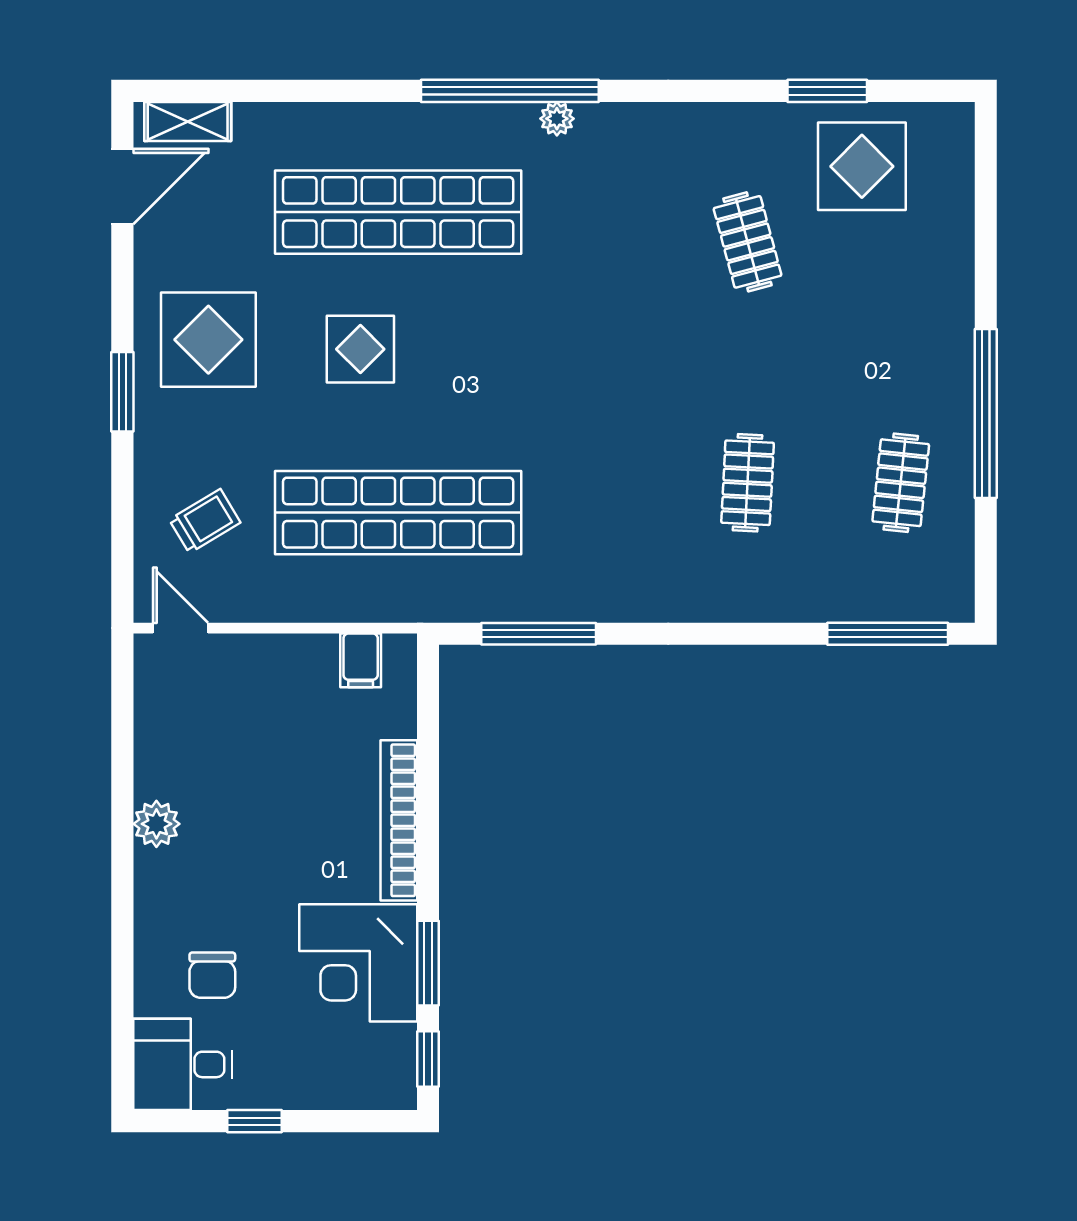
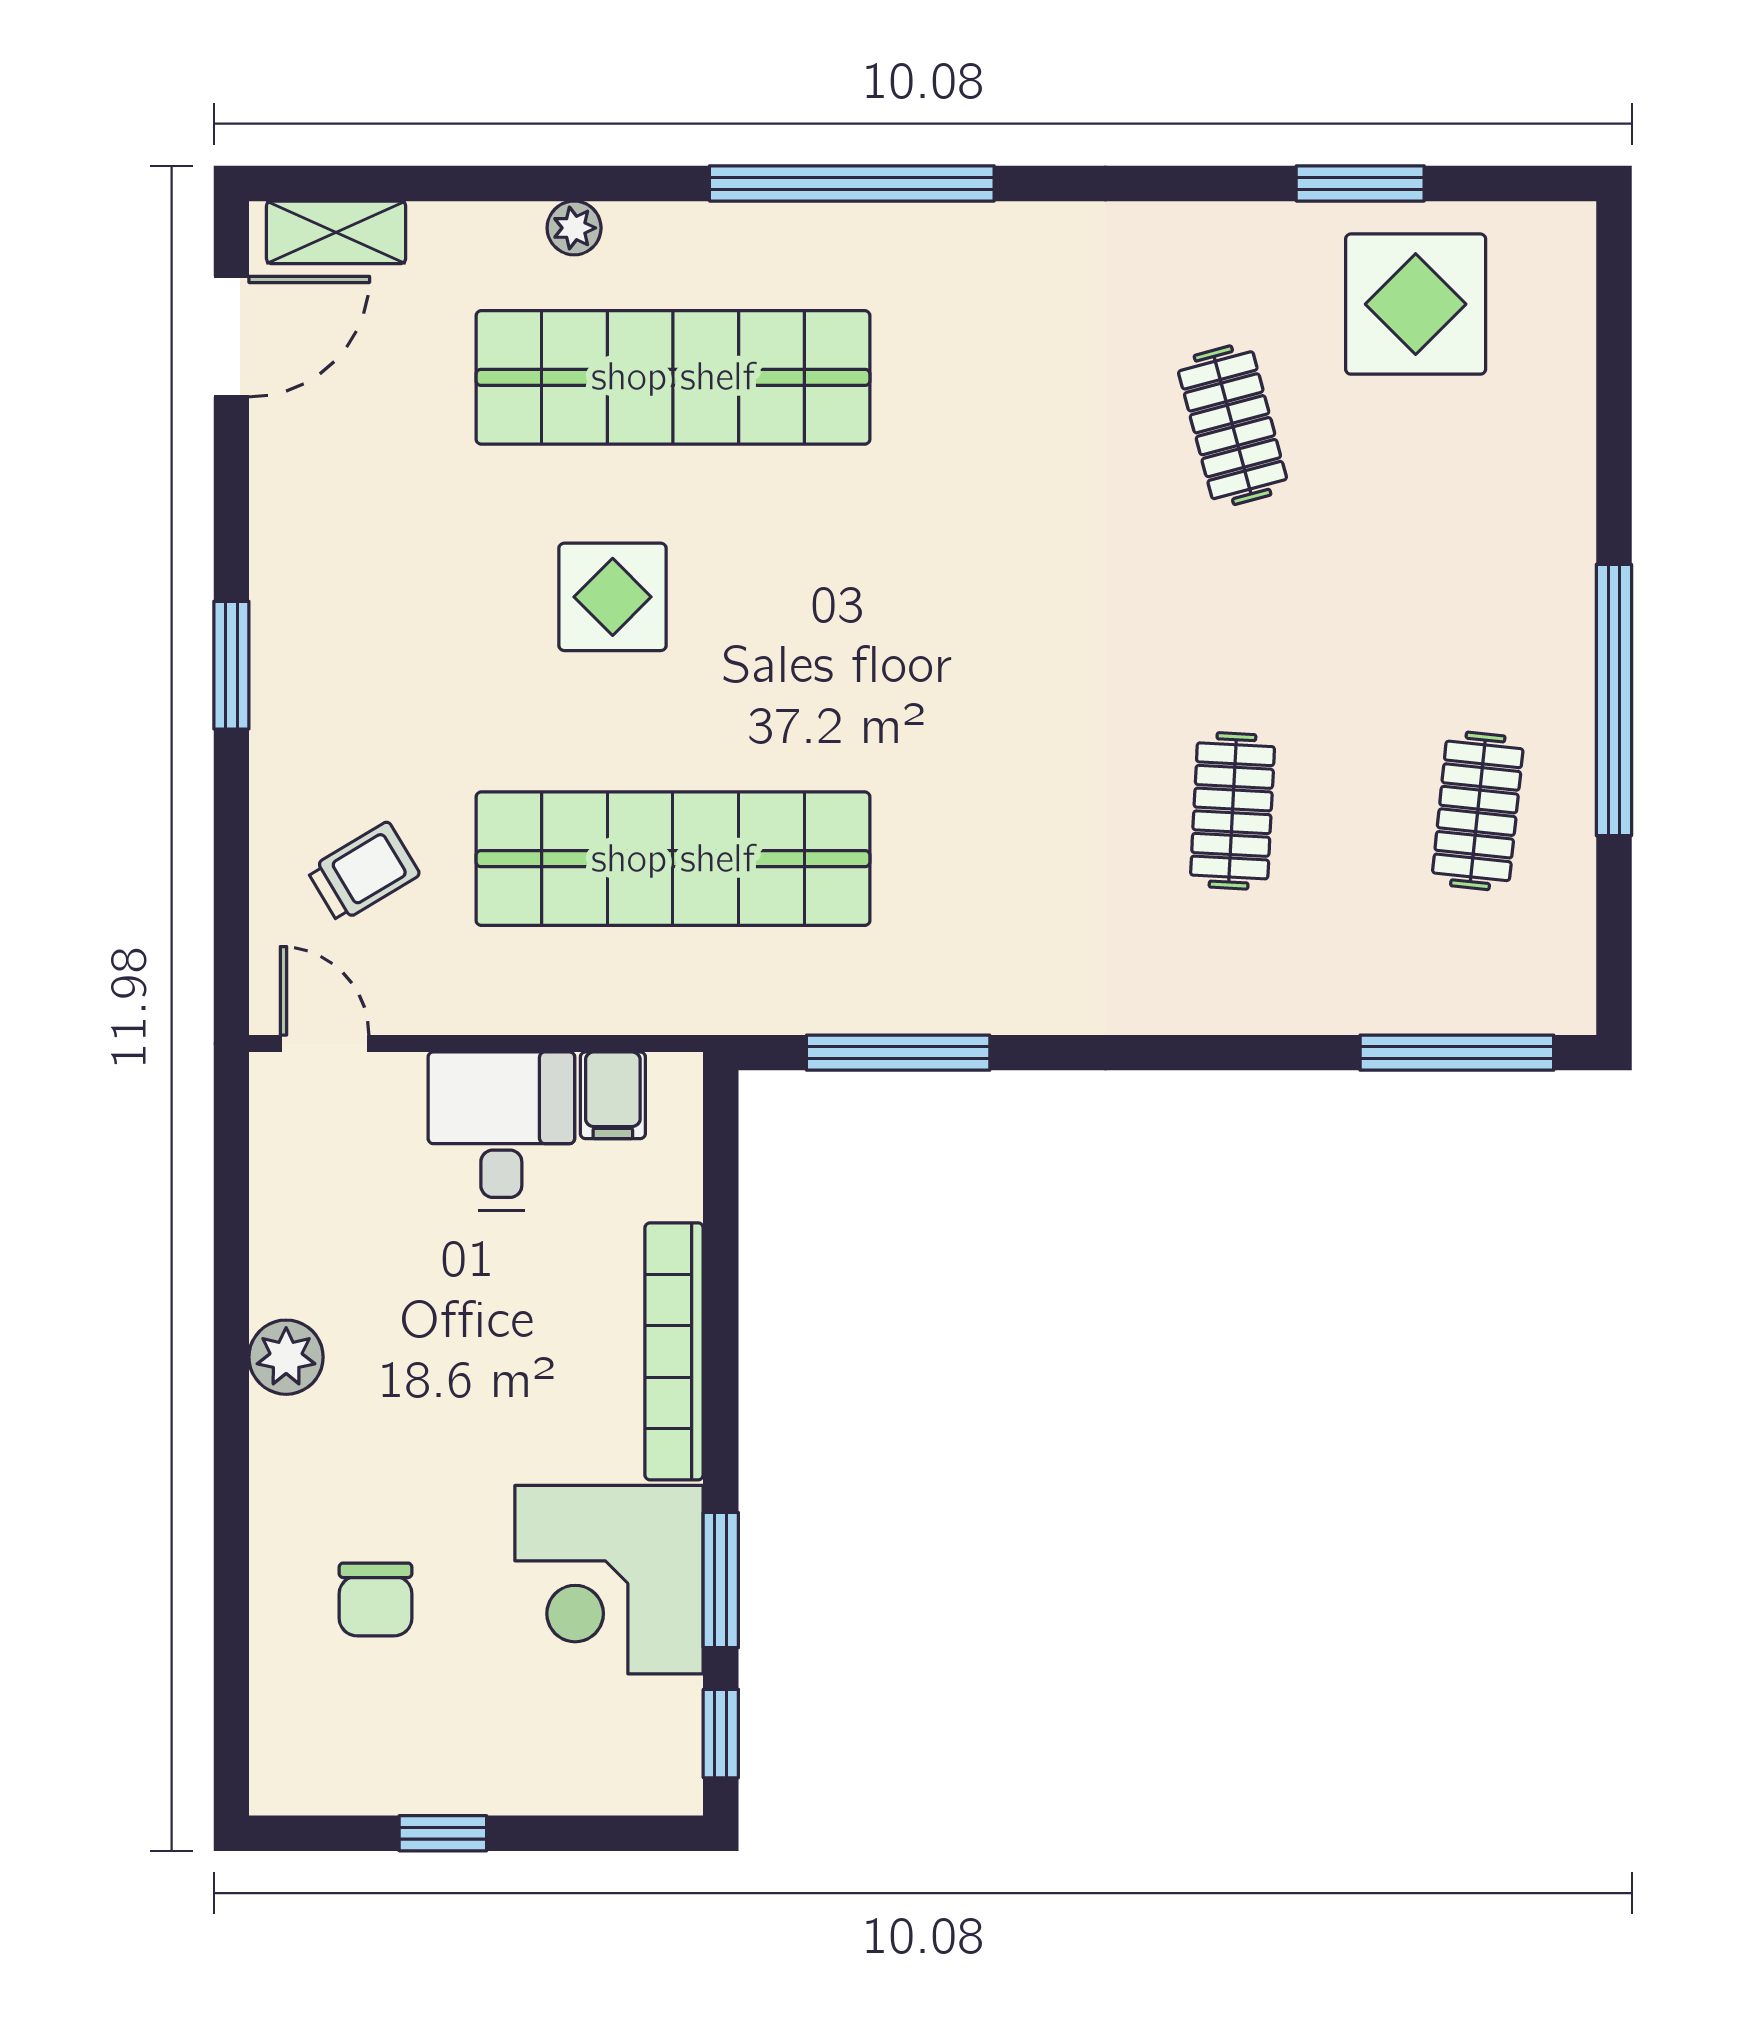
plant: (557, 119) -> (574, 228), moved
display table: (208, 340) -> (369, 582), removed
desk: (183, 1064) -> (501, 1131), moved, turned 90

